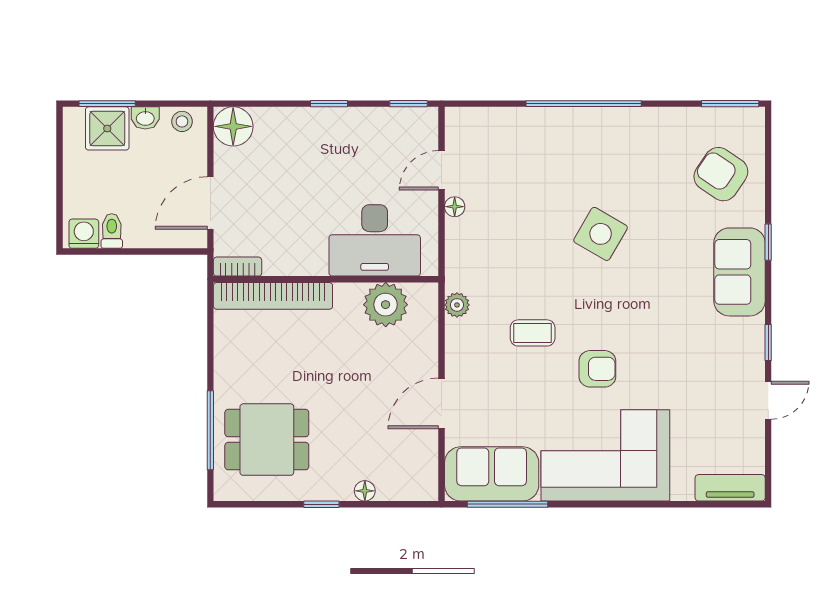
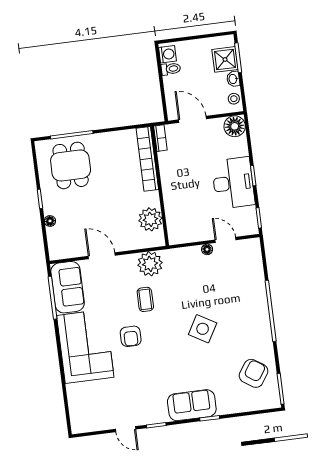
armchair: (721, 174) -> (254, 373), moved
desk: (375, 240) -> (233, 183), moved, turned 180
plant: (457, 305) -> (150, 264), width x1.87, depth x1.87
tv unit: (730, 488) -> (76, 415), removed

